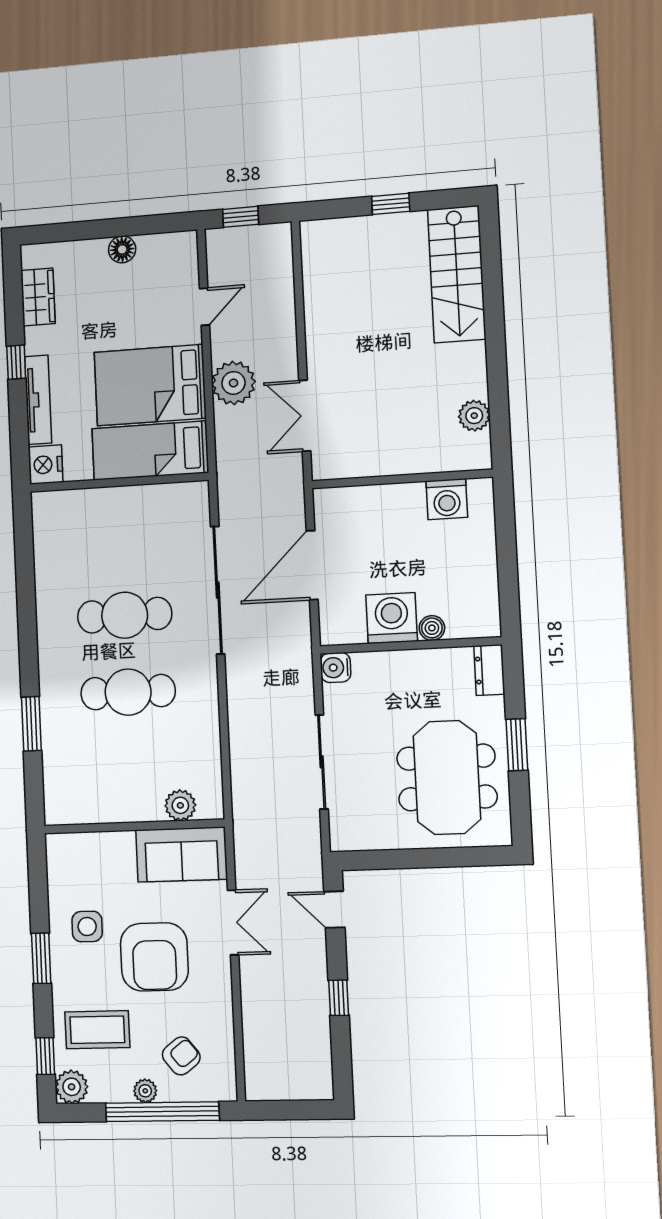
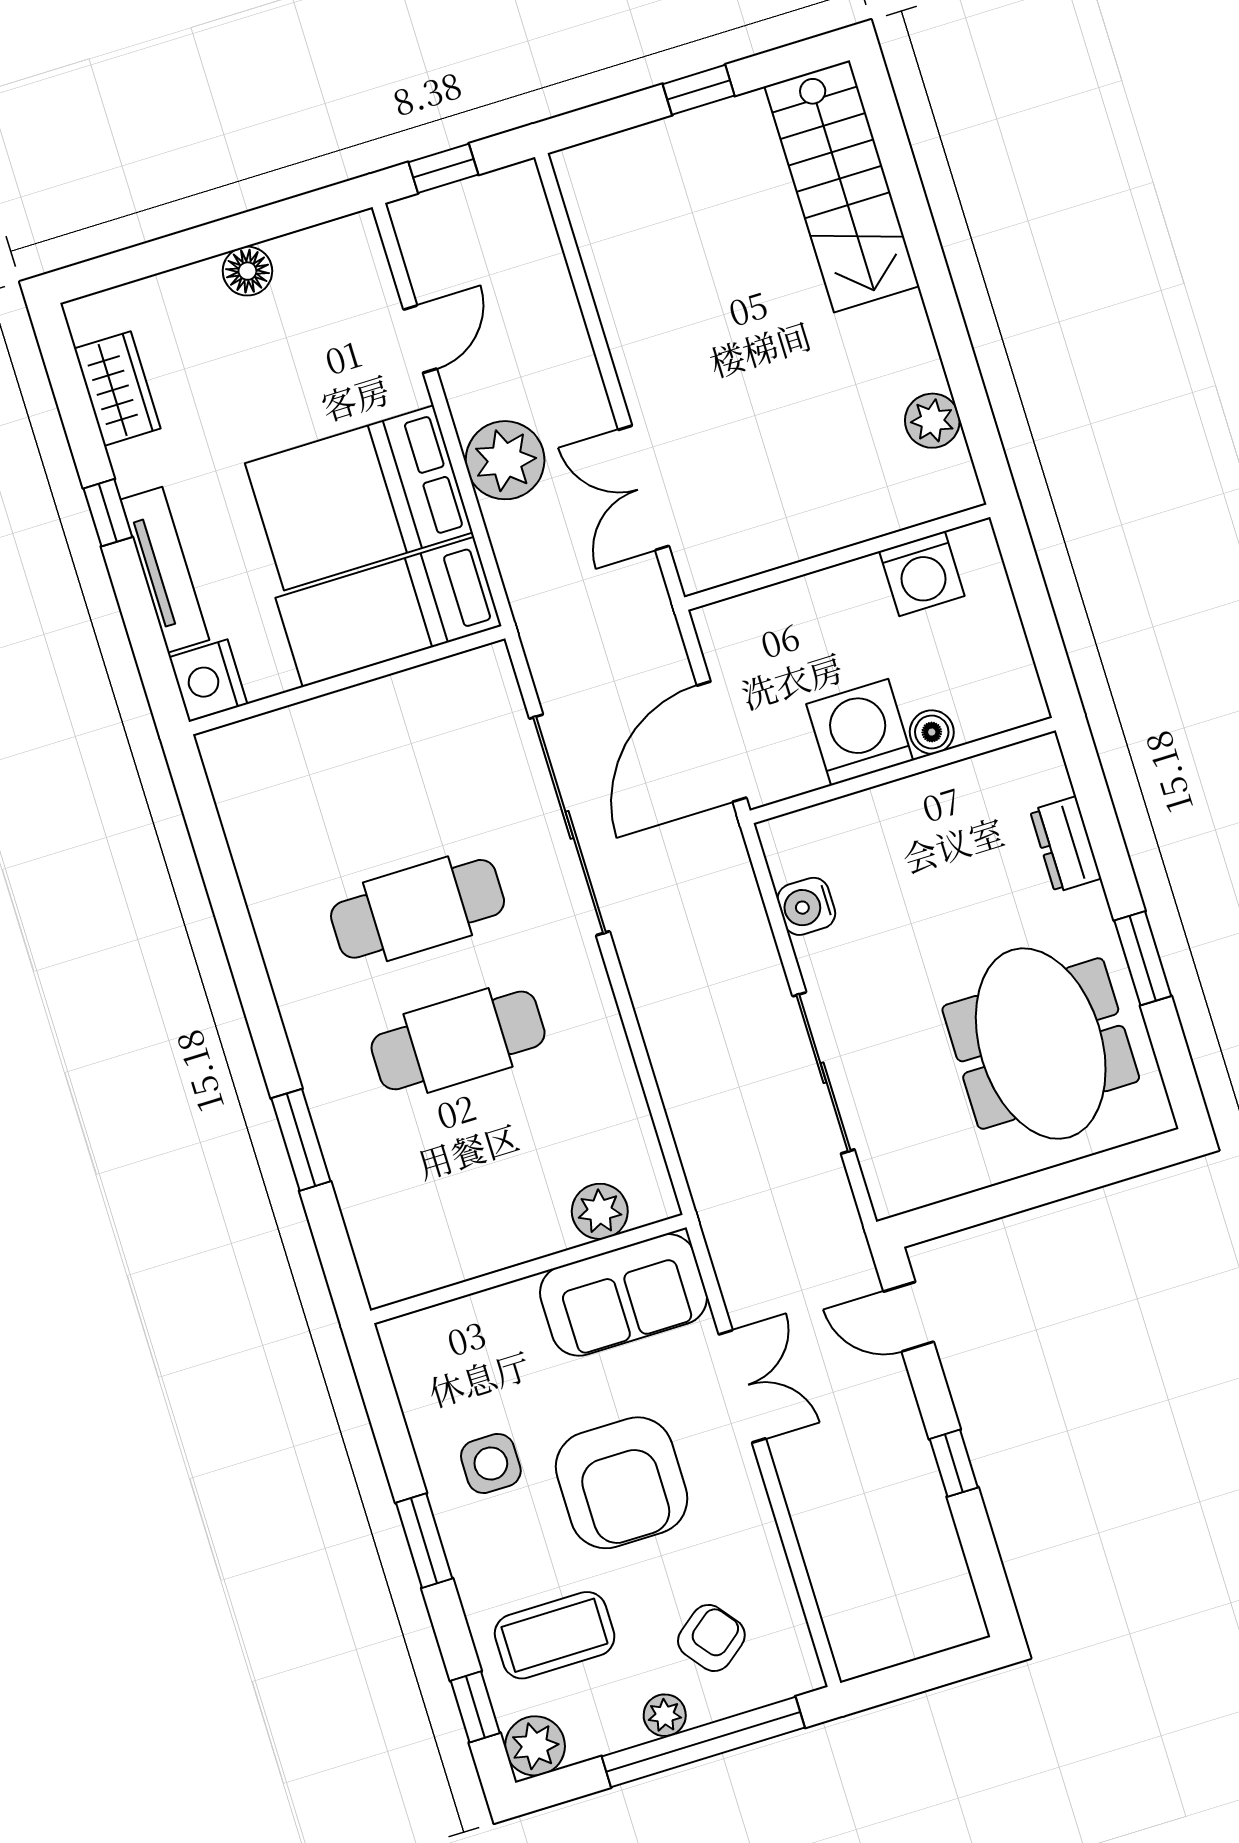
washing machine: (392, 618) -> (860, 732), moved
boiler: (432, 628) -> (932, 732), moved
wall: (410, 645) -> (903, 770), moved

